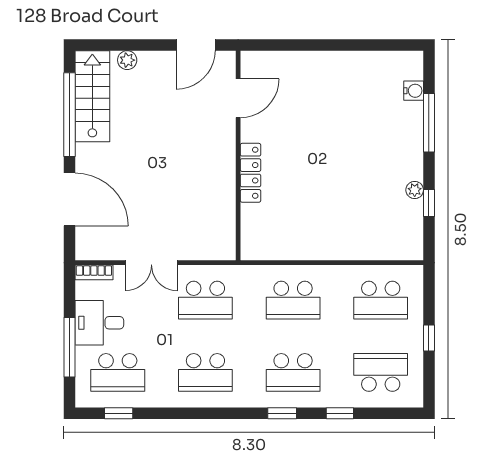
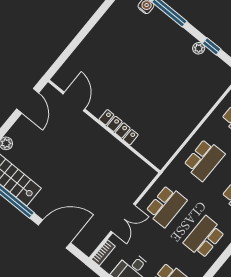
school desk: (205, 372) -> (204, 237), turned 180

